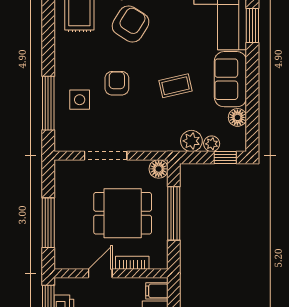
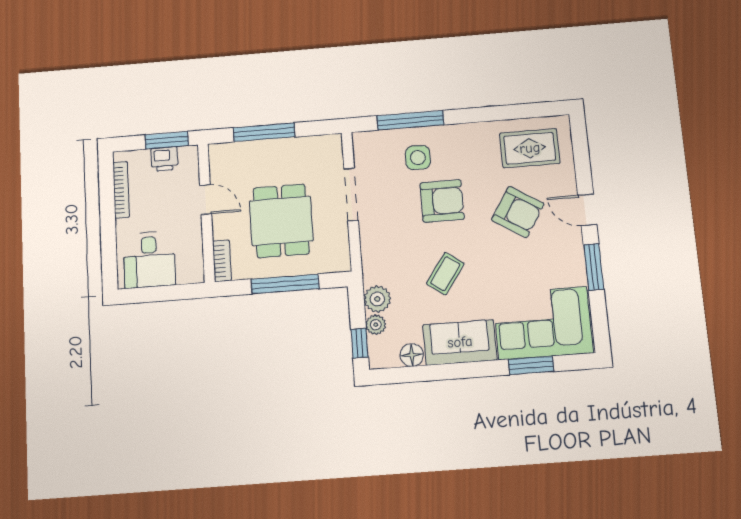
armchair: (117, 83) -> (442, 201), width x1.38, depth x1.38
coffee table: (175, 86) -> (445, 274), turned 48
floor lamp: (159, 169) -> (339, 261), removed
bookcase: (132, 263) -> (222, 261), moved
filing cabinet: (157, 291) -> (187, 270), removed

